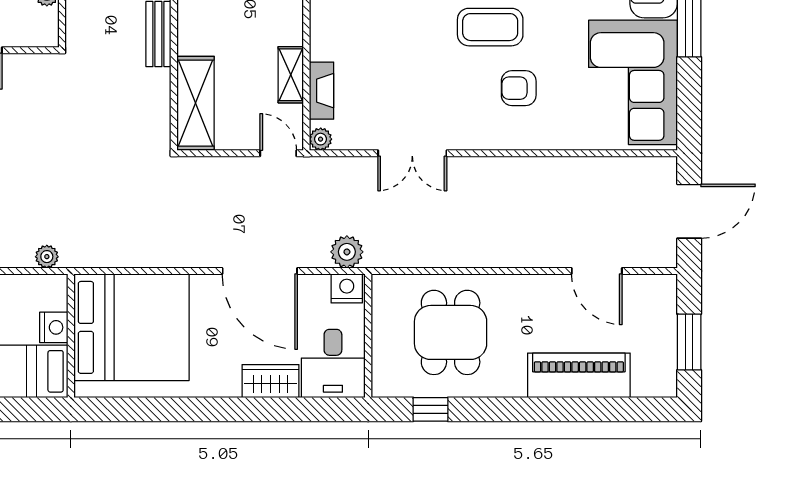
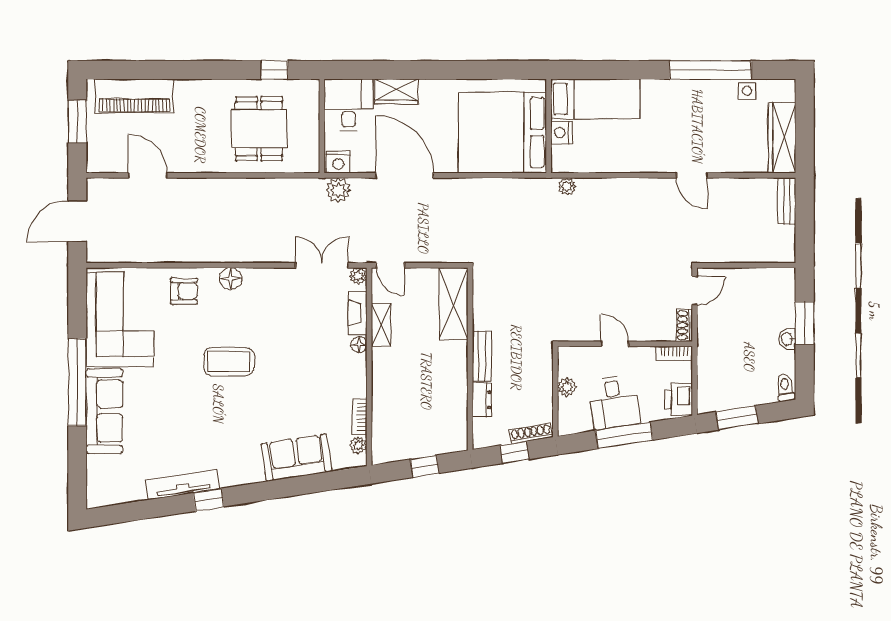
floor lamp: (320, 49) -> (359, 345), added
armchair: (519, 88) -> (184, 291), moved
floor lamp: (488, 136) -> (231, 279), added
double door: (412, 153) -> (322, 265), moved
piano: (579, 375) -> (135, 96), moved

